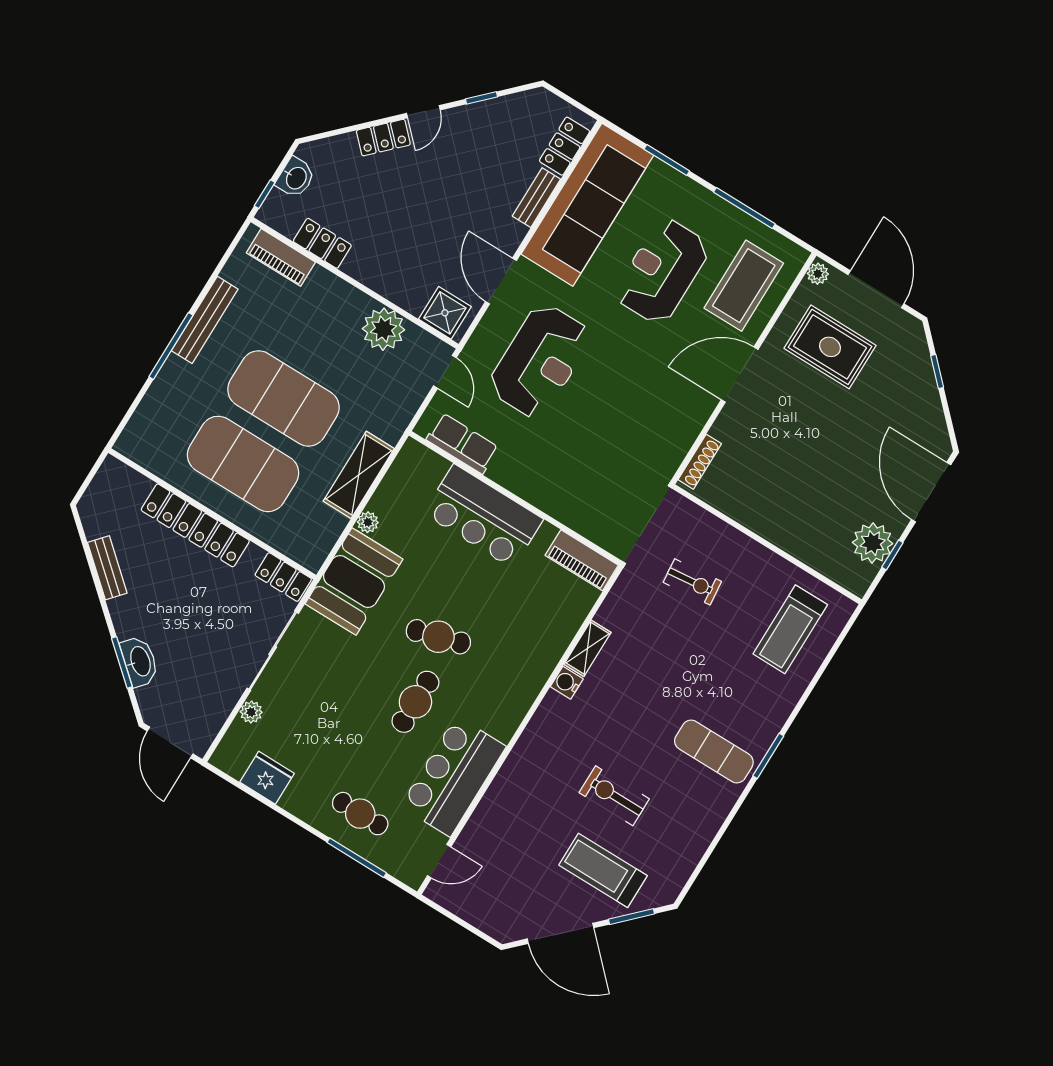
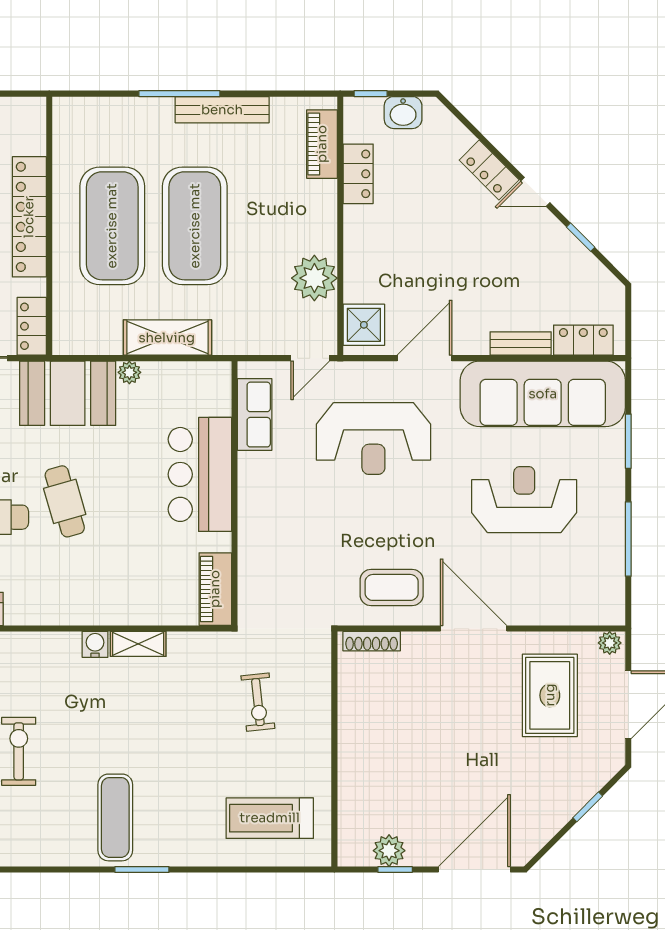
coffee table: (744, 286) -> (392, 587), moved, width x0.73, depth x0.76
plant: (873, 543) -> (389, 851), width x0.73, depth x0.73

